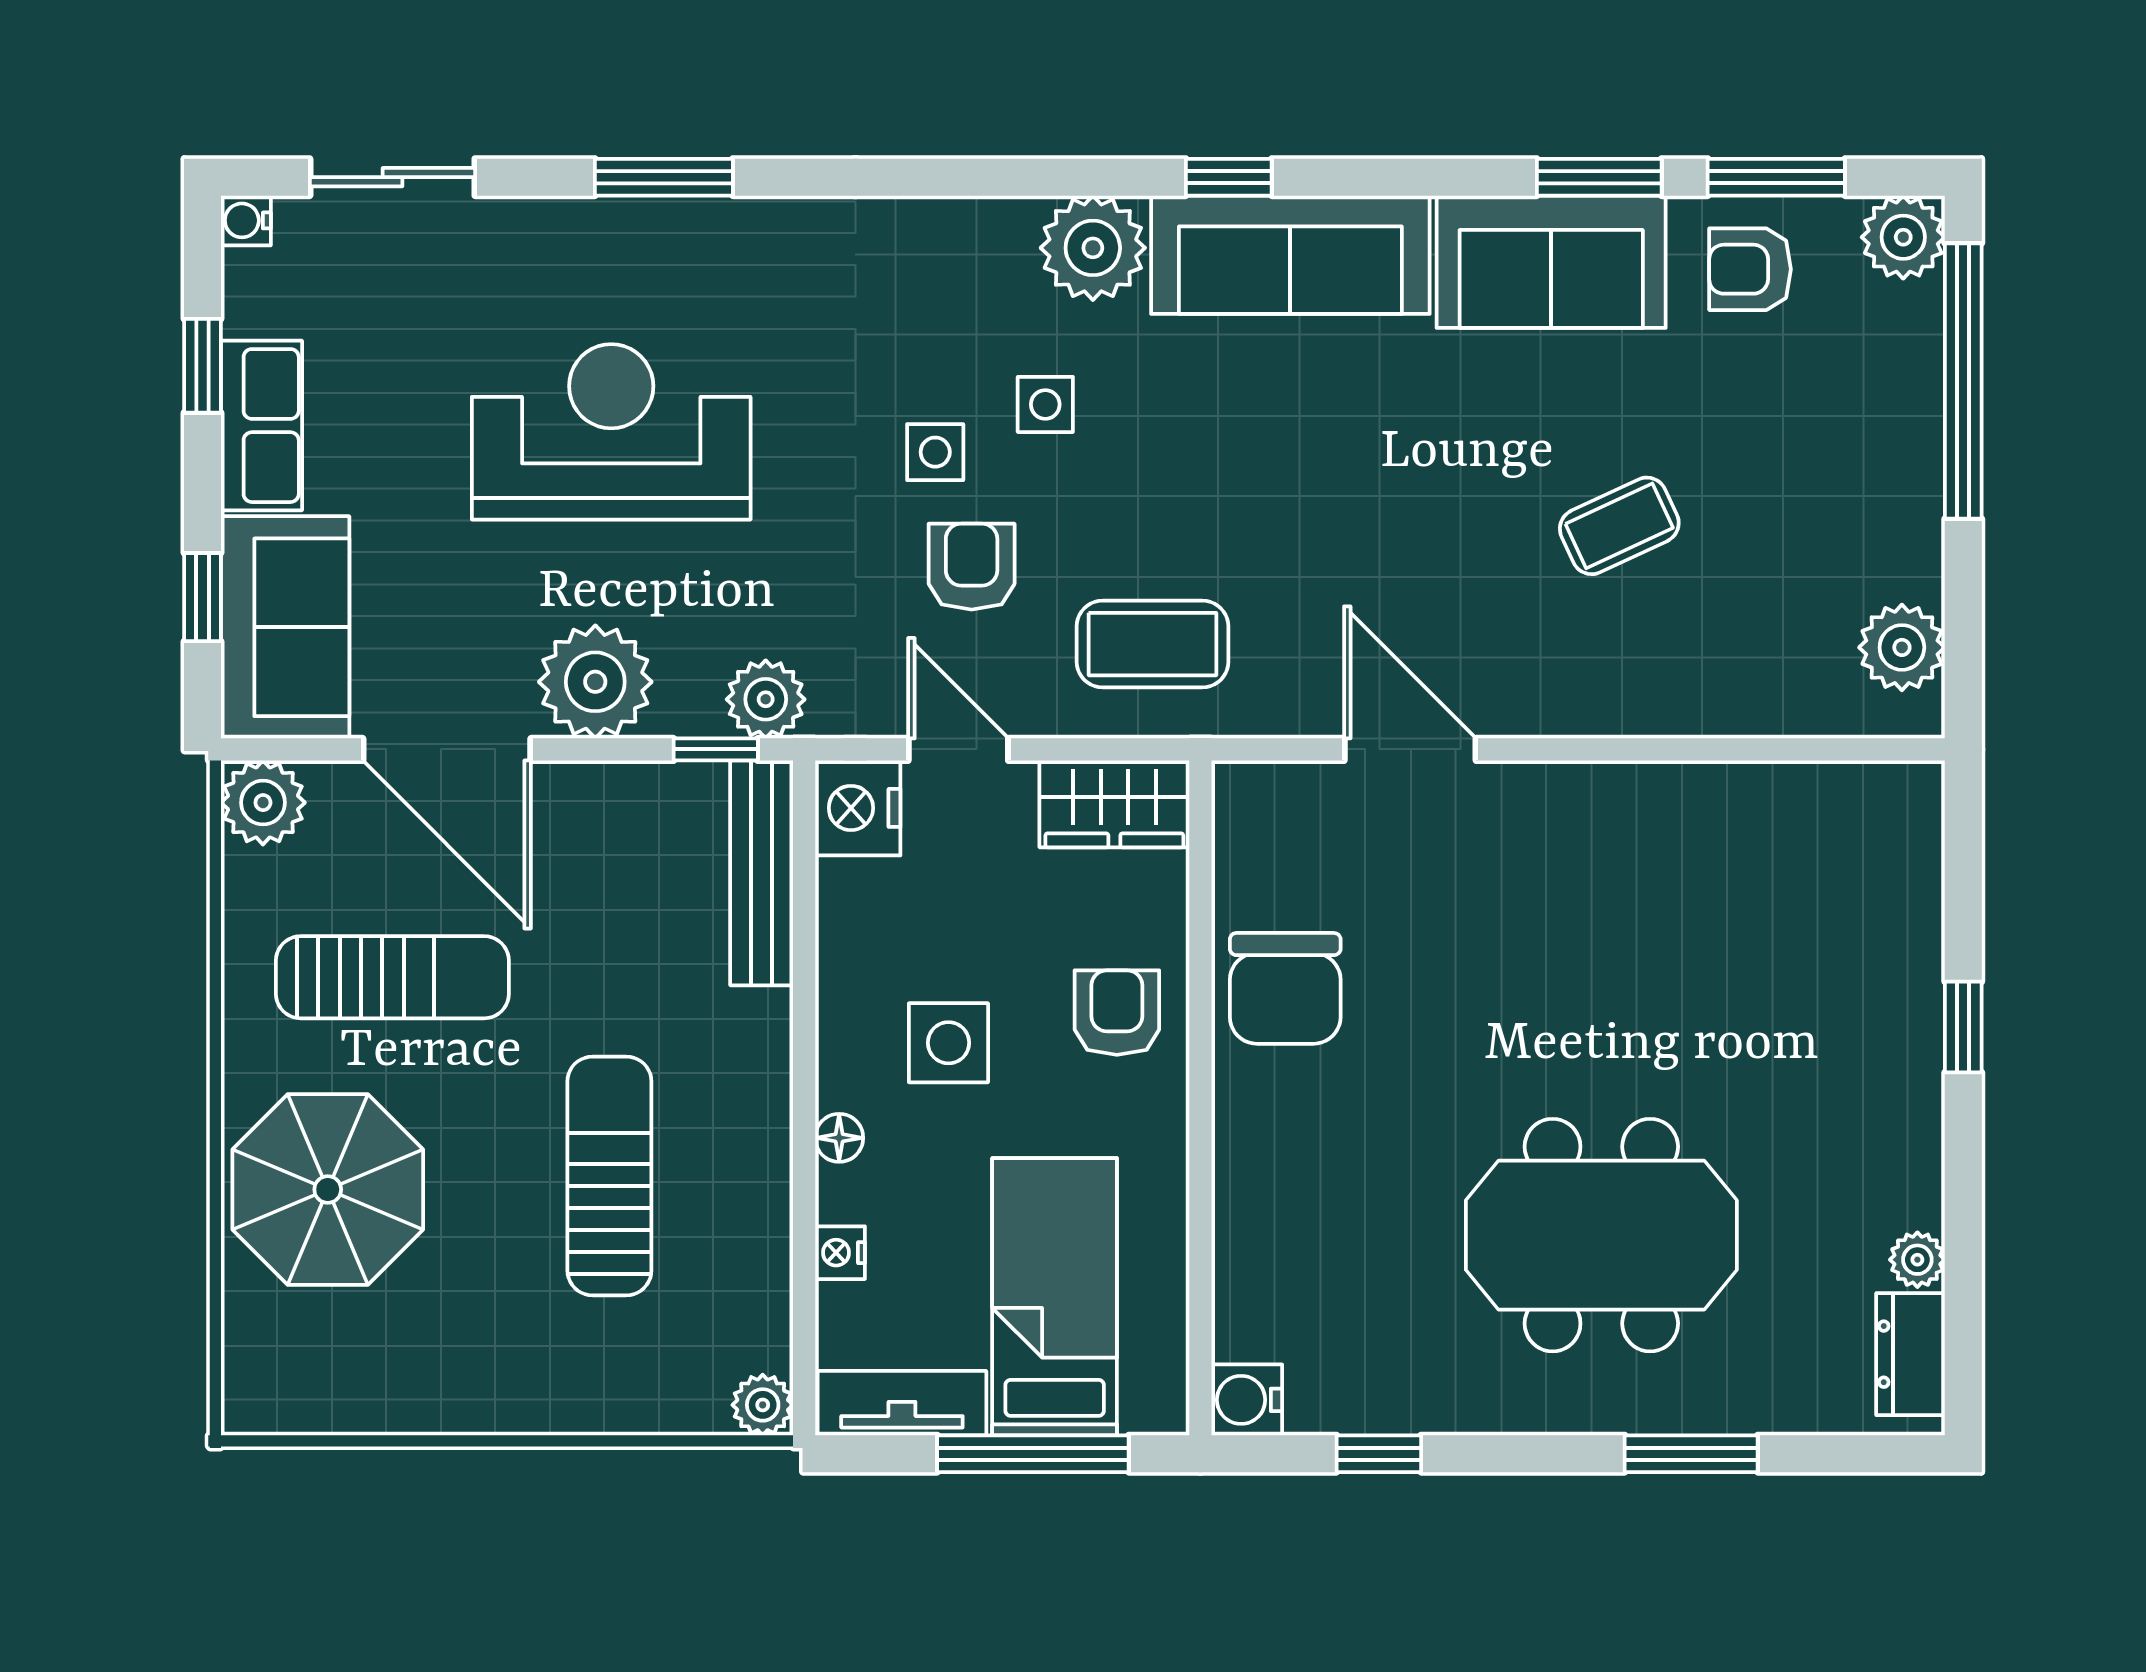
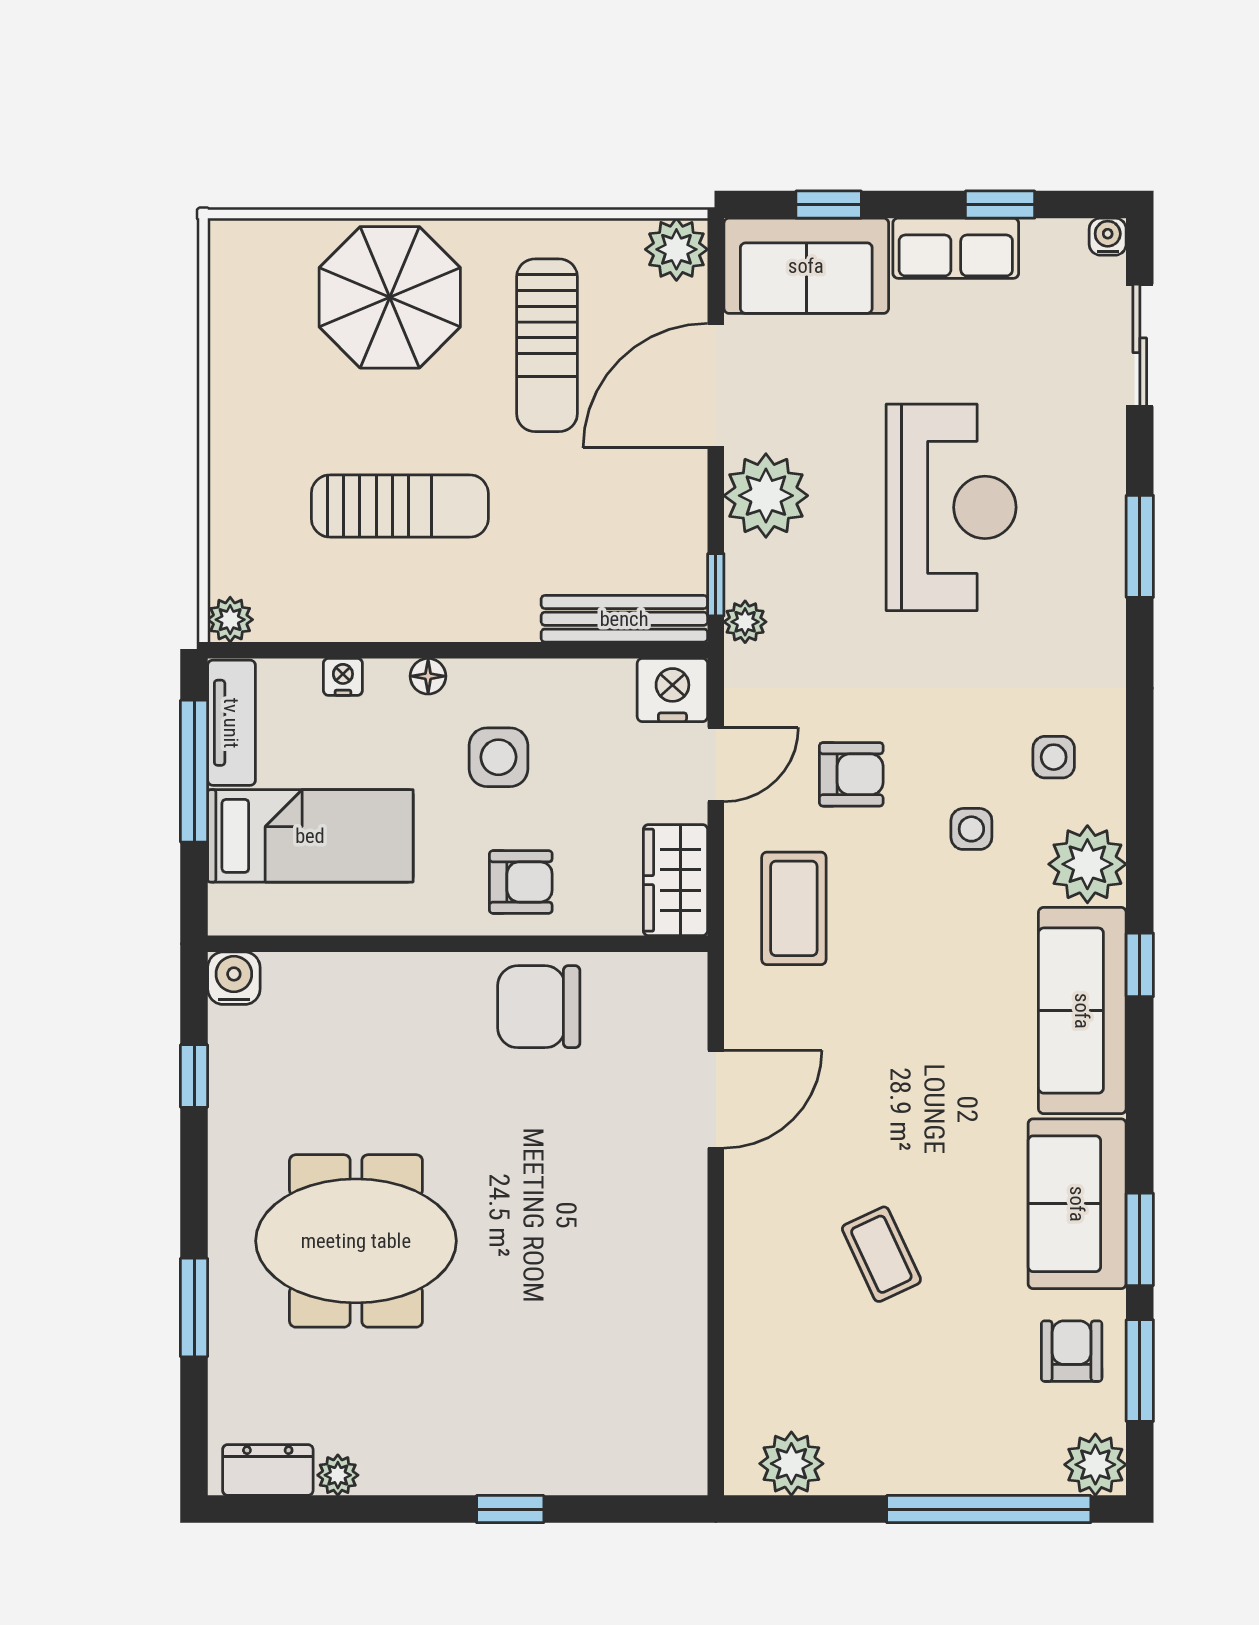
side table: (935, 452) -> (1054, 757), moved
plant: (766, 699) -> (745, 622), width x0.73, depth x0.73
meeting table: (1601, 1235) -> (356, 1241), turned 90
window: (1033, 1454) -> (194, 771), moved

